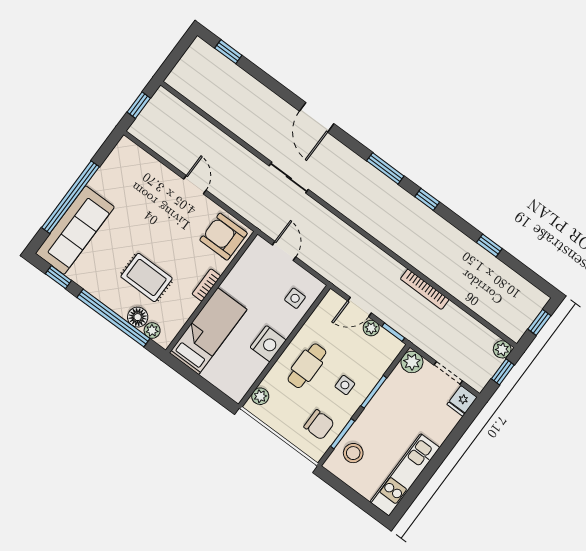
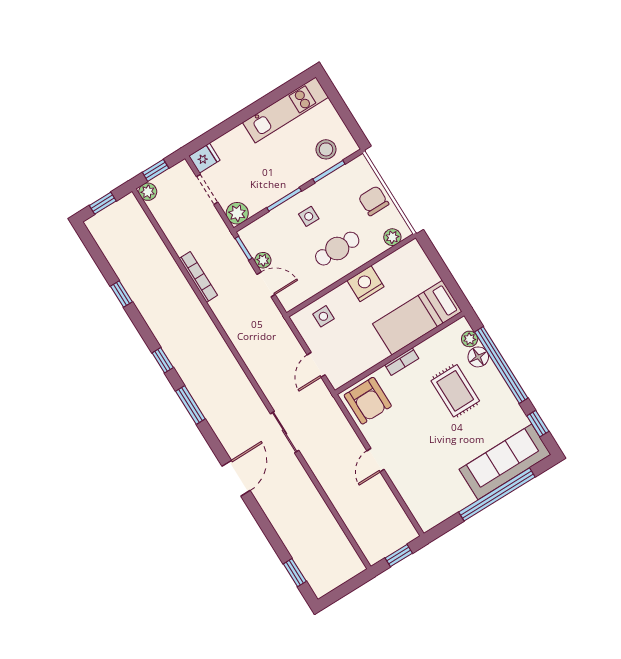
chair: (319, 425) -> (374, 201), moved

